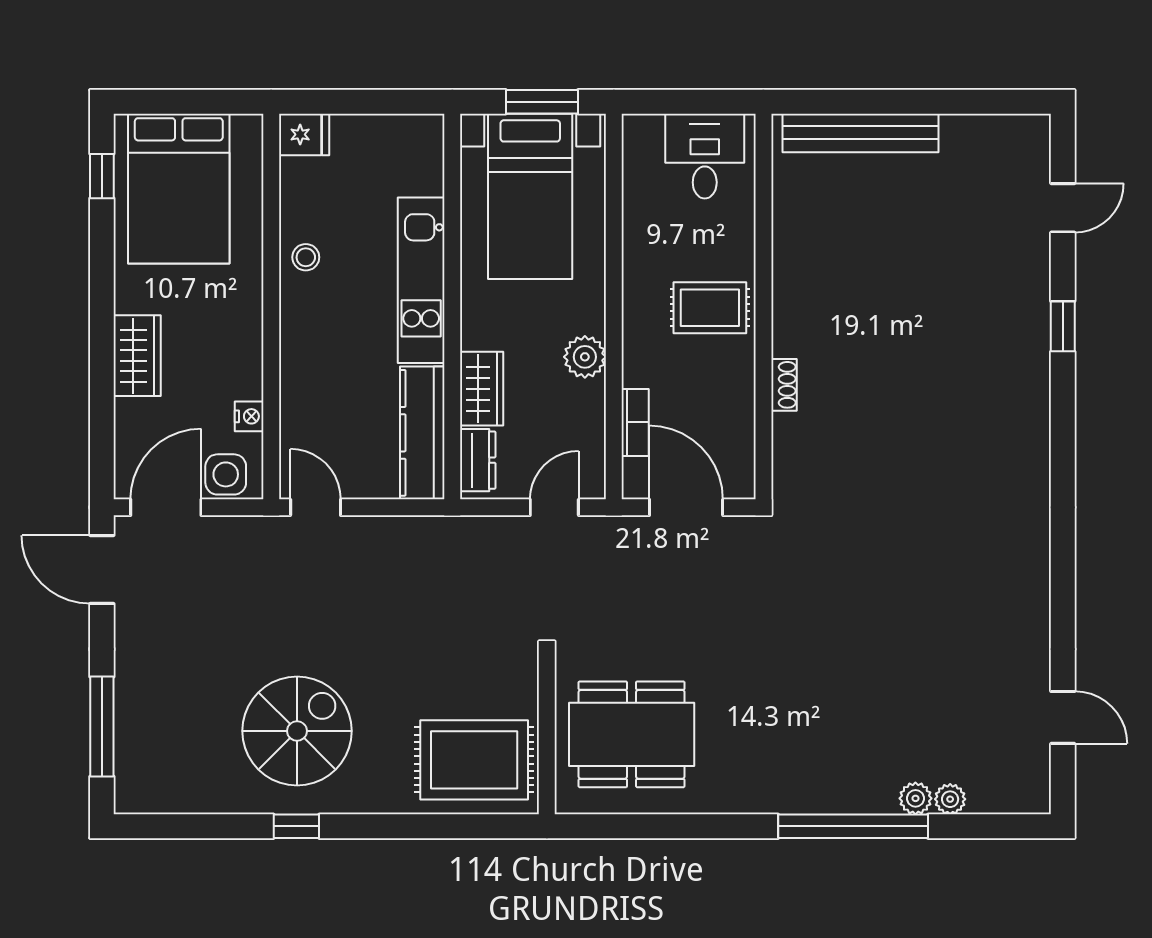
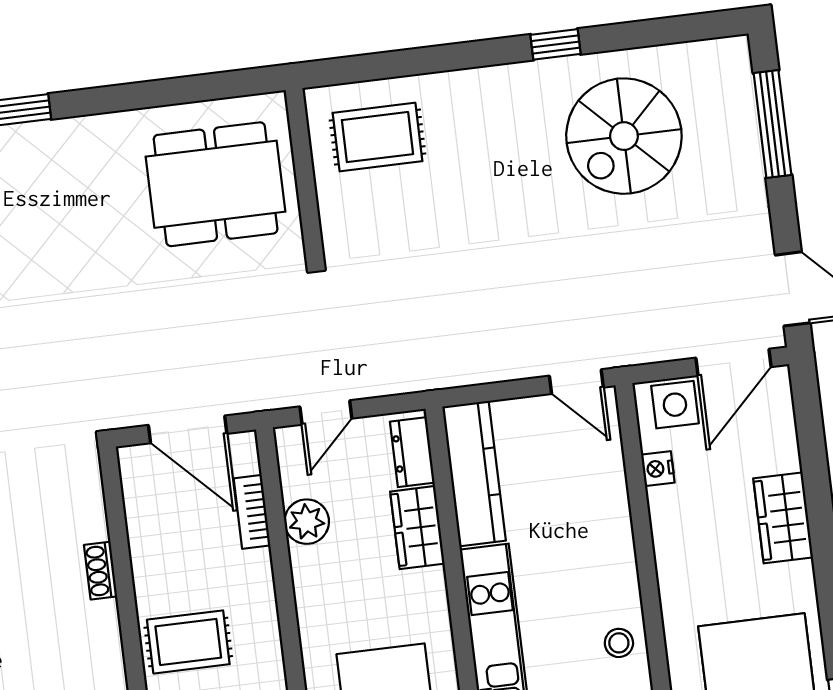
plant: (585, 357) -> (307, 522), moved
spiral stairs: (297, 731) -> (624, 136), moved
rug: (474, 760) -> (378, 137), width x0.73, depth x0.70

